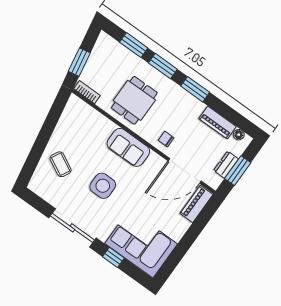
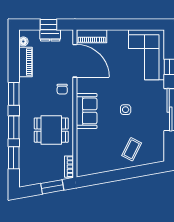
window: (238, 171) -> (49, 24), width x0.67
side table: (103, 186) -> (126, 110), width x0.54, depth x0.54

